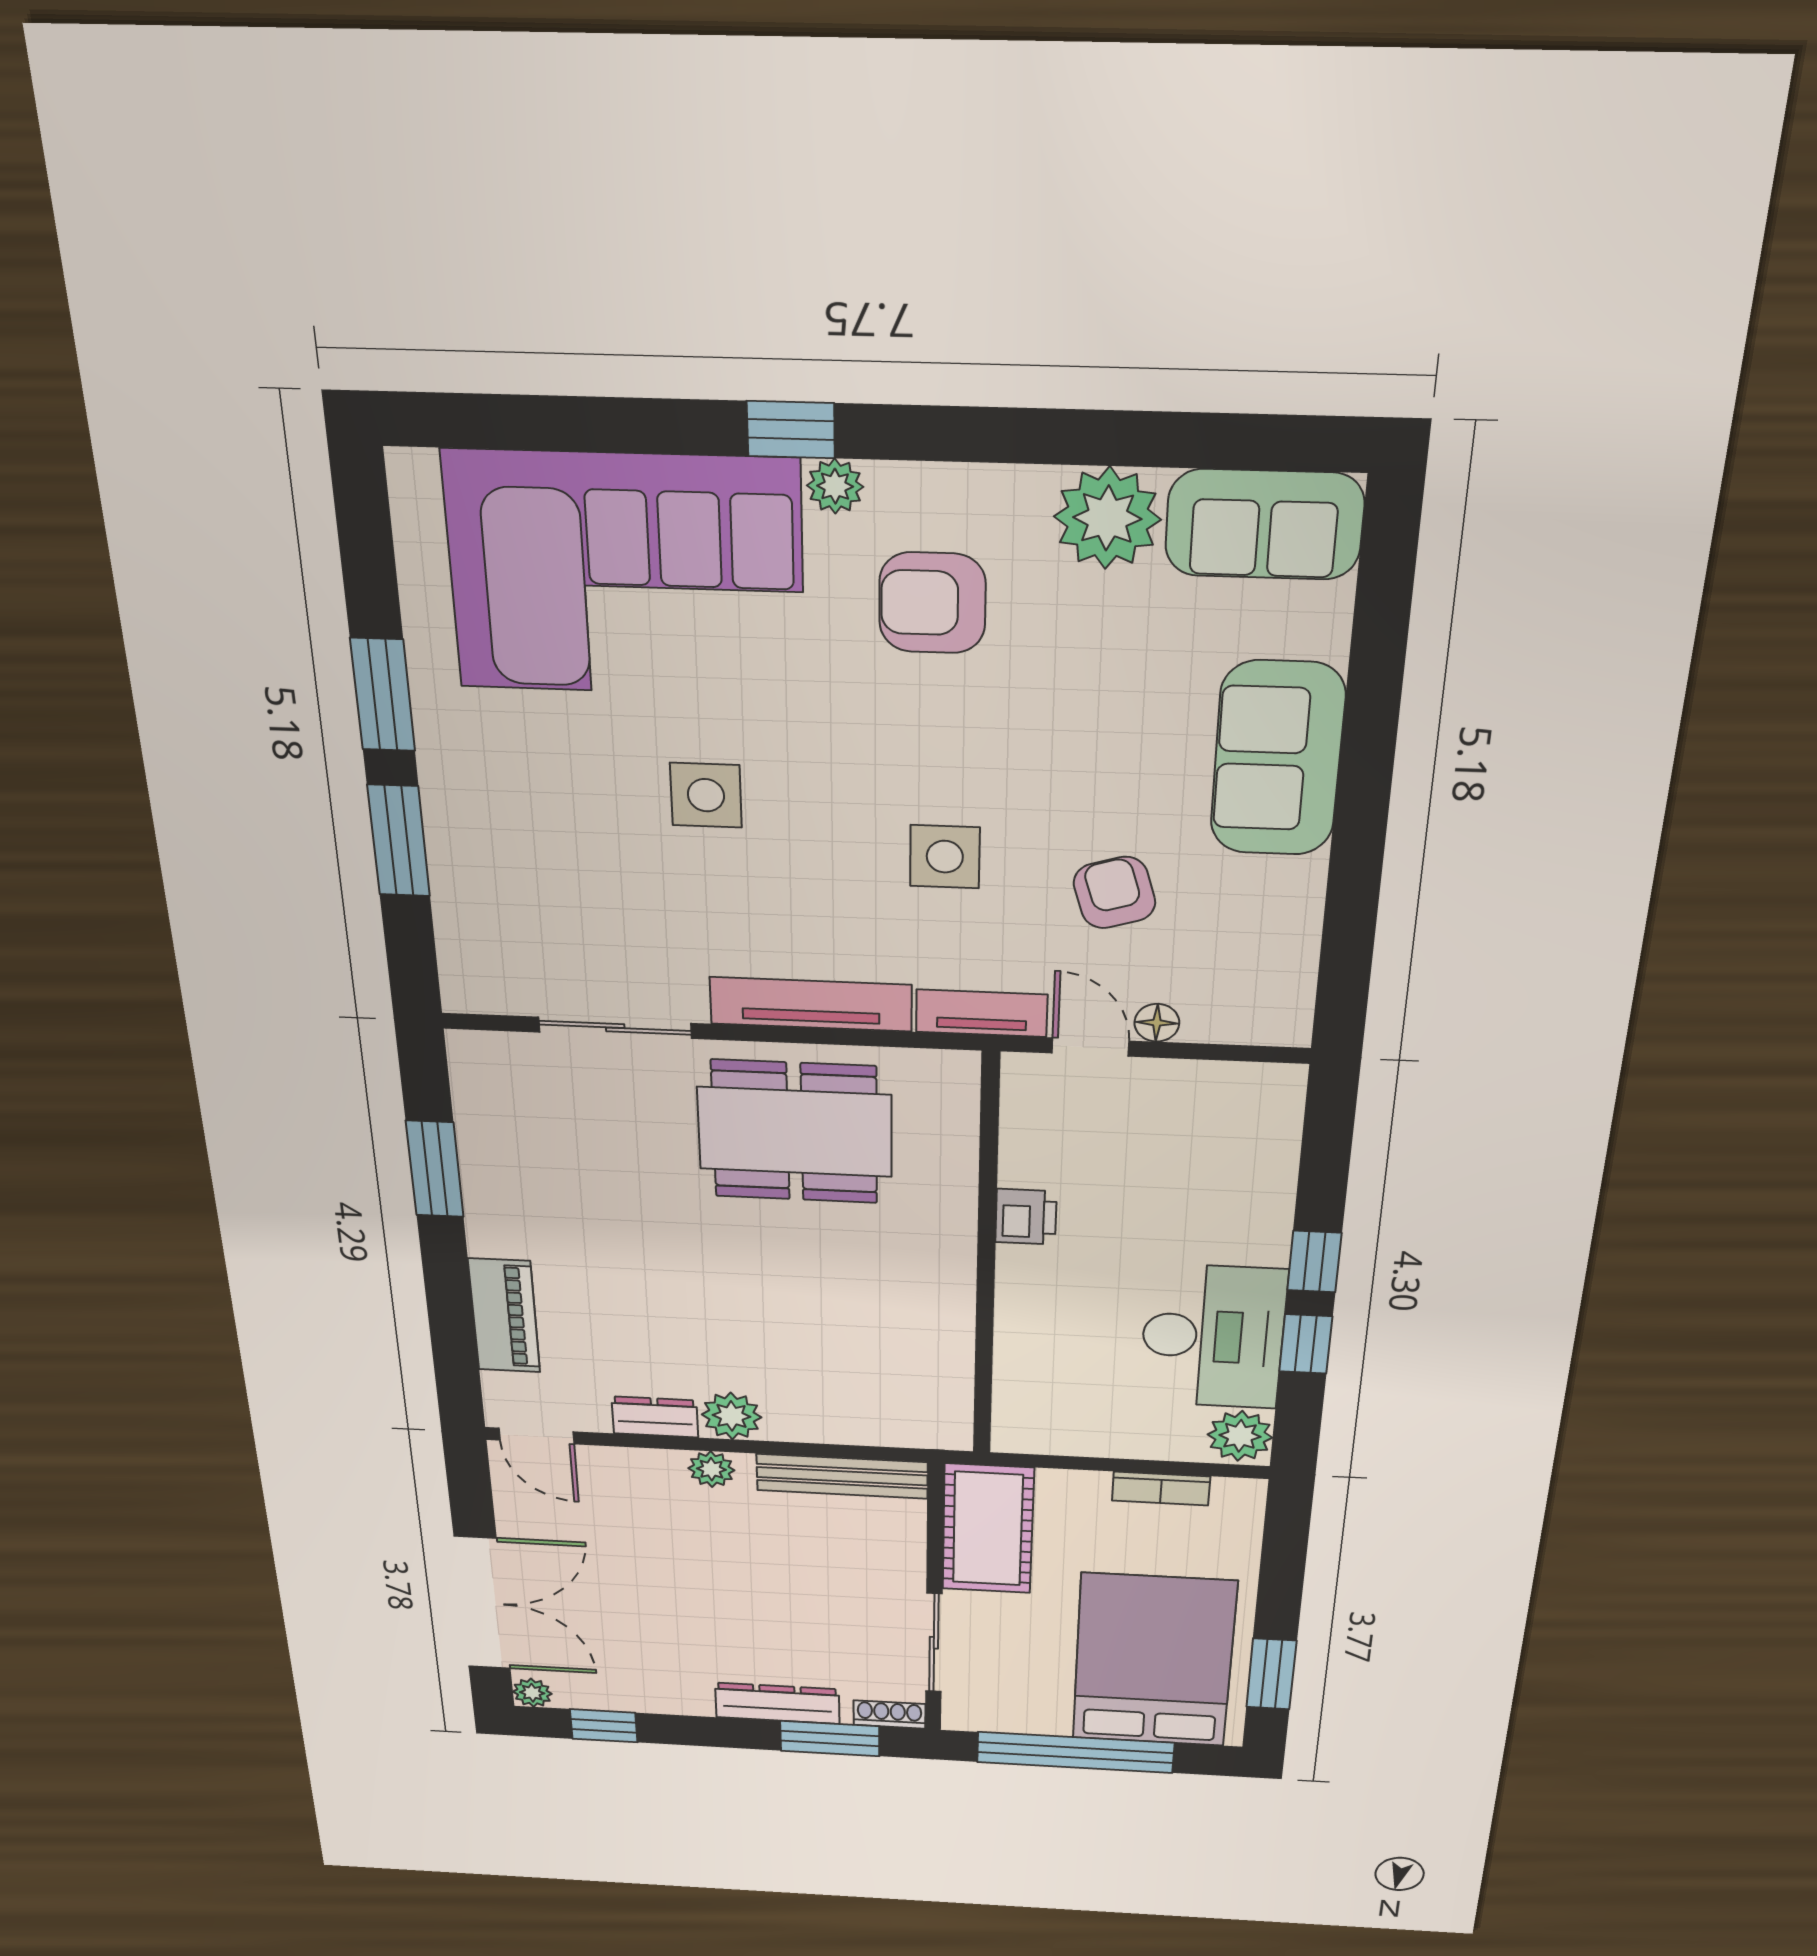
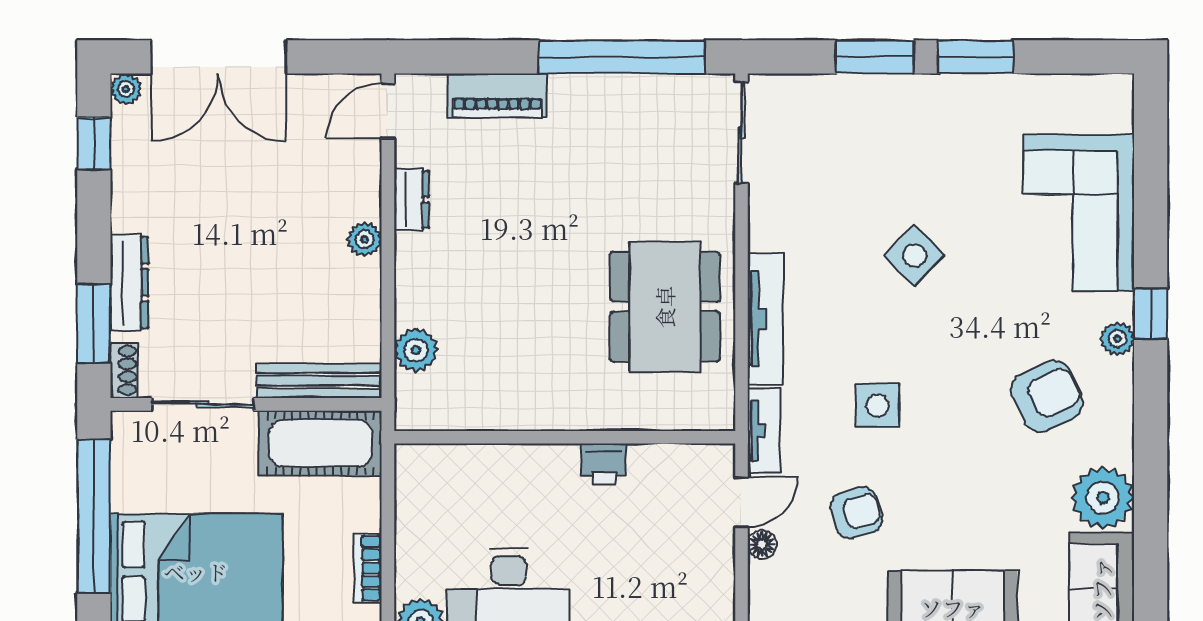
corner sofa: (626, 575) -> (1079, 213), width x0.73, depth x0.74
armchair: (932, 603) -> (1047, 396), turned 64
side table: (706, 795) -> (915, 256), turned 45
sliding door: (615, 1028) -> (741, 133), moved
window: (435, 1169) -> (622, 57), width x2.11
plant: (732, 1416) -> (416, 350), moved
bench: (842, 1476) -> (319, 381), moved, turned 90

